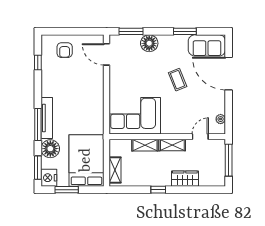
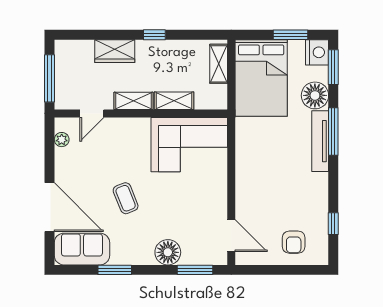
armchair: (65, 50) -> (294, 242), turned 180

